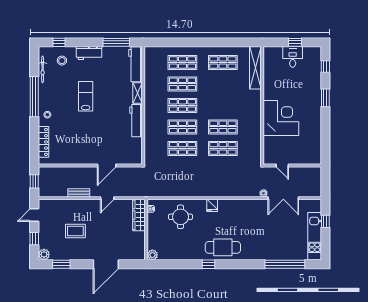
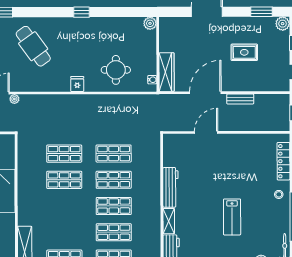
door: (107, 198) -> (205, 93), width x1.88
cafe table: (223, 247) -> (33, 46), moved, turned 54

